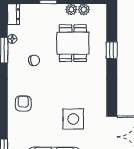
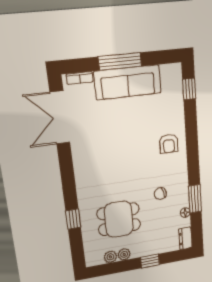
dining table: (73, 43) -> (119, 219), turned 90
side table: (73, 119) -> (110, 133), removed

